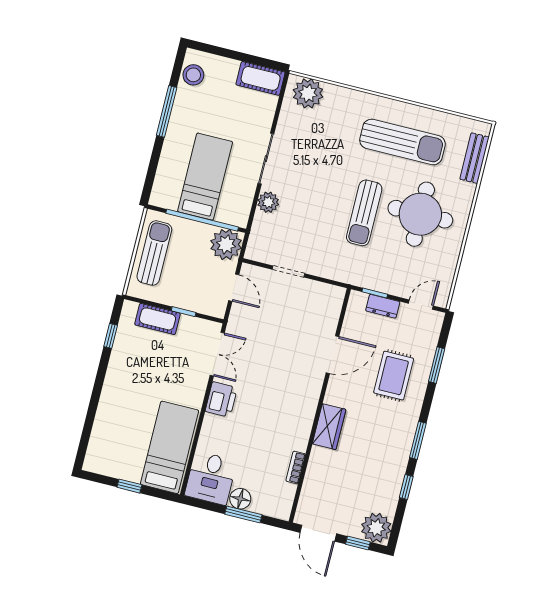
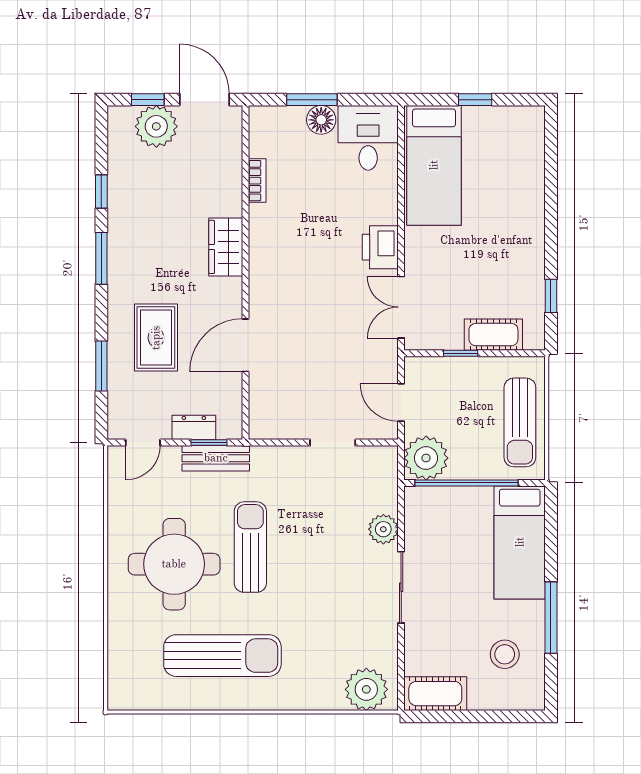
stool: (193, 75) -> (505, 654), moved
sun lounger: (402, 142) -> (222, 656), turned 180
bench: (474, 158) -> (216, 458), moved, turned 90
bed: (205, 177) -> (520, 542), moved
plant: (376, 528) -> (156, 126), moved

